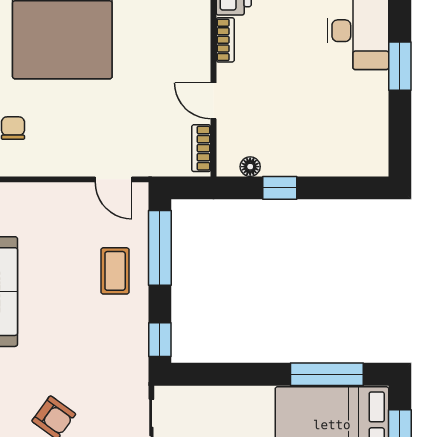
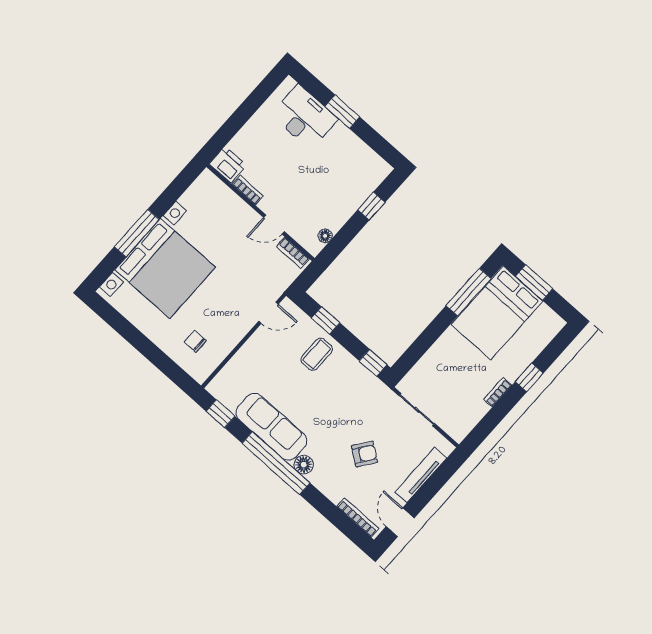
window: (280, 188) -> (371, 206), moved
window: (160, 248) -> (326, 320), width x0.46
coffee table: (115, 271) -> (317, 354), turned 90

